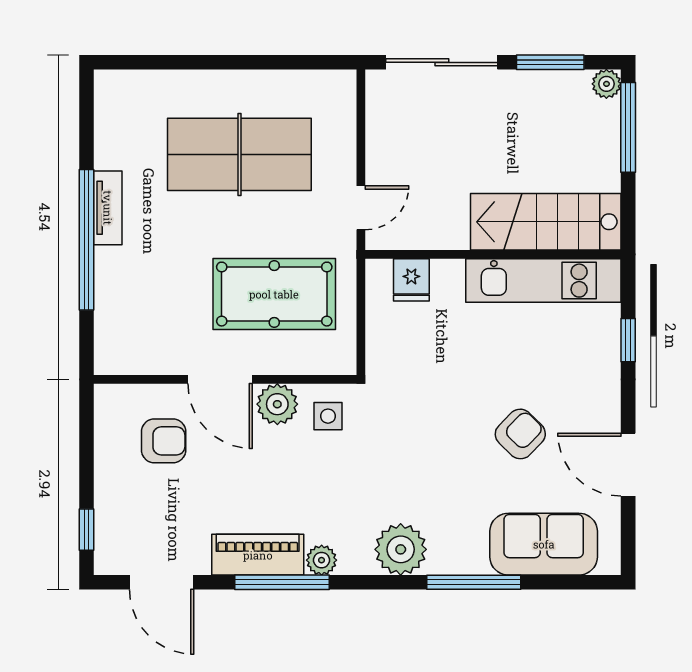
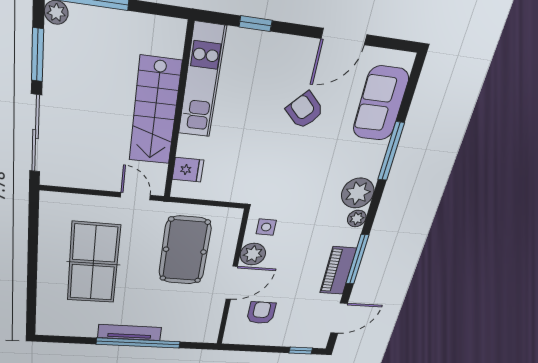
tv unit: (108, 208) -> (130, 333), width x1.41
stairs: (546, 222) -> (155, 111), moved
plant: (322, 560) -> (357, 218), moved

